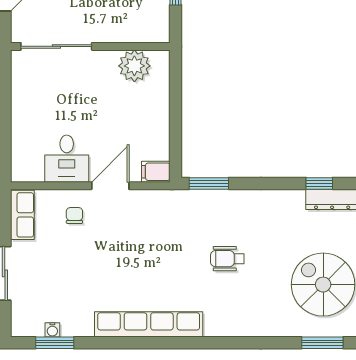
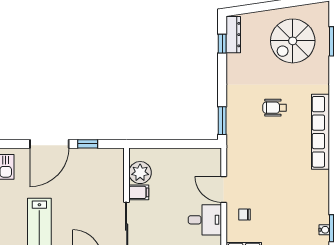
filing cabinet: (156, 172) -> (139, 192), moved, turned -90
wheelchair: (227, 259) -> (275, 108), turned 90
row of seats: (149, 324) -> (321, 132), moved

